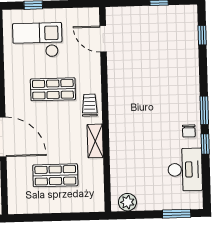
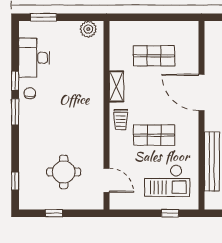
round table: (150, 47) -> (64, 172), added

